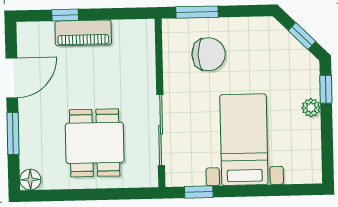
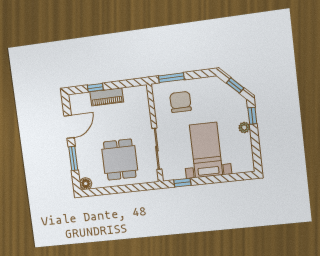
chair: (209, 54) -> (181, 102), turned -90

